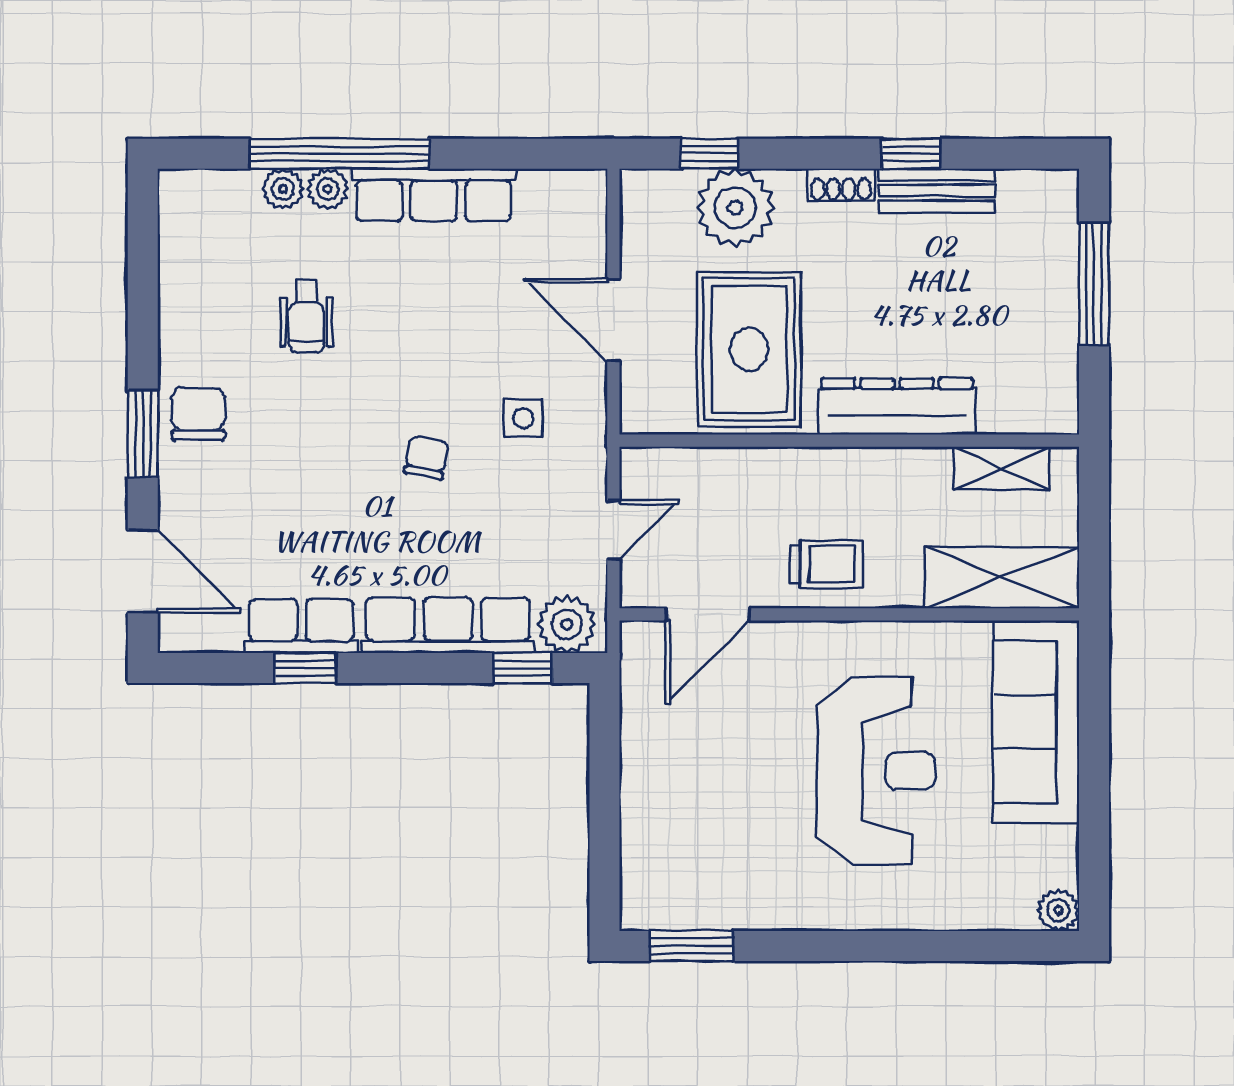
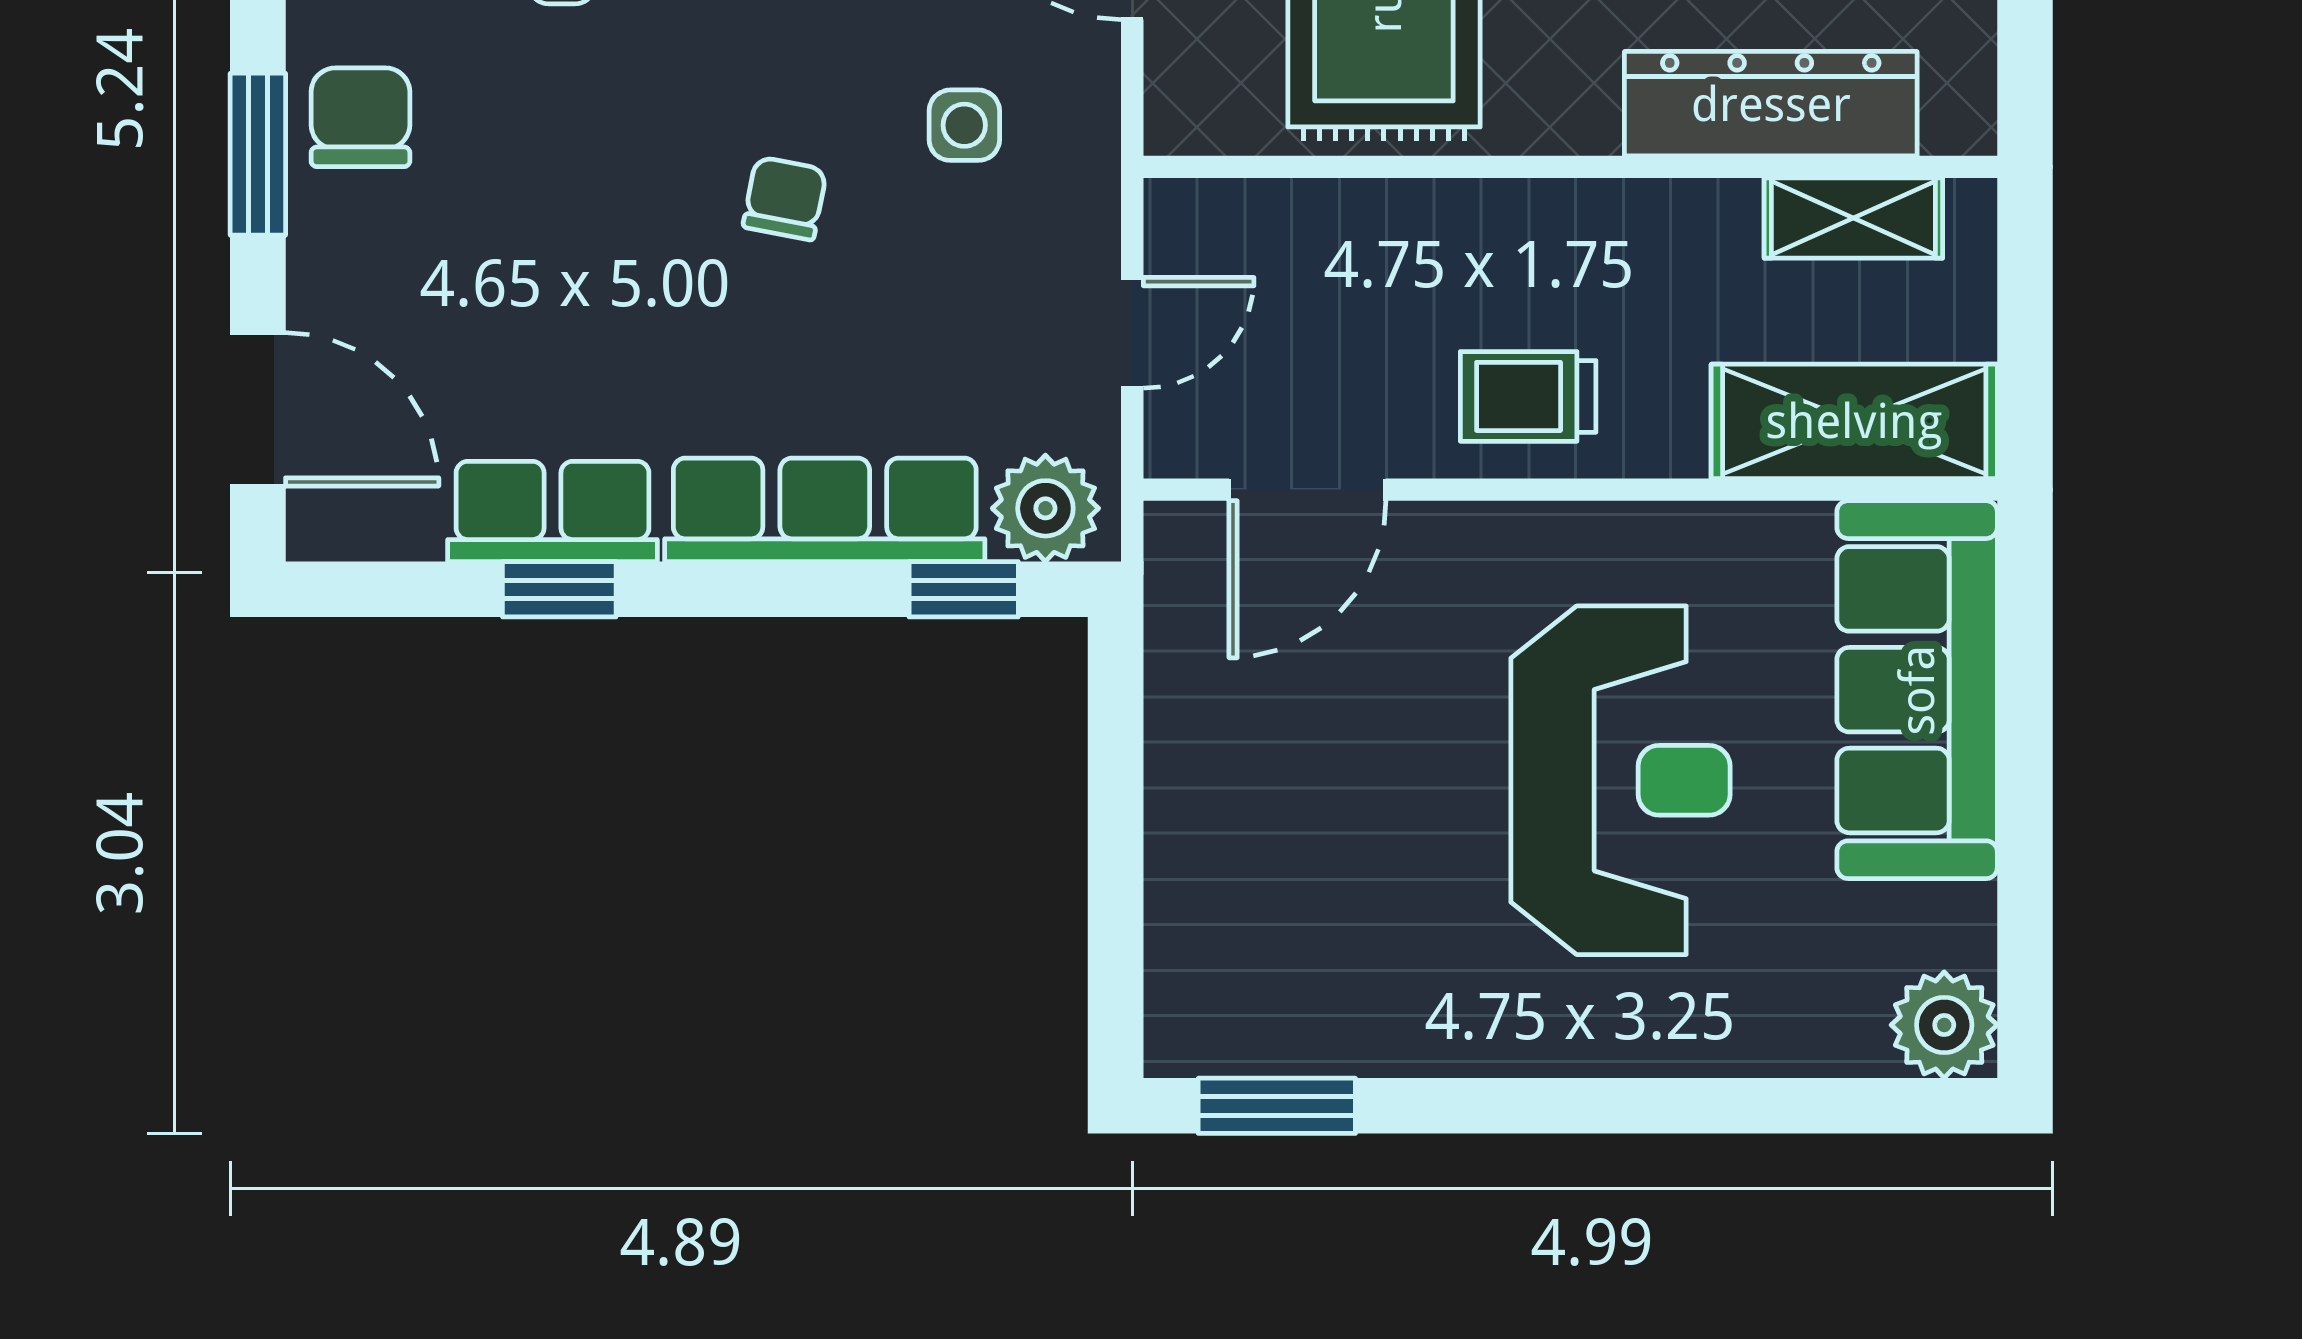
dresser: (897, 407) -> (1771, 104), moved
trolley: (827, 564) -> (1528, 396), turned 180
plant: (1058, 910) -> (1944, 1025), width x1.38, depth x1.38

